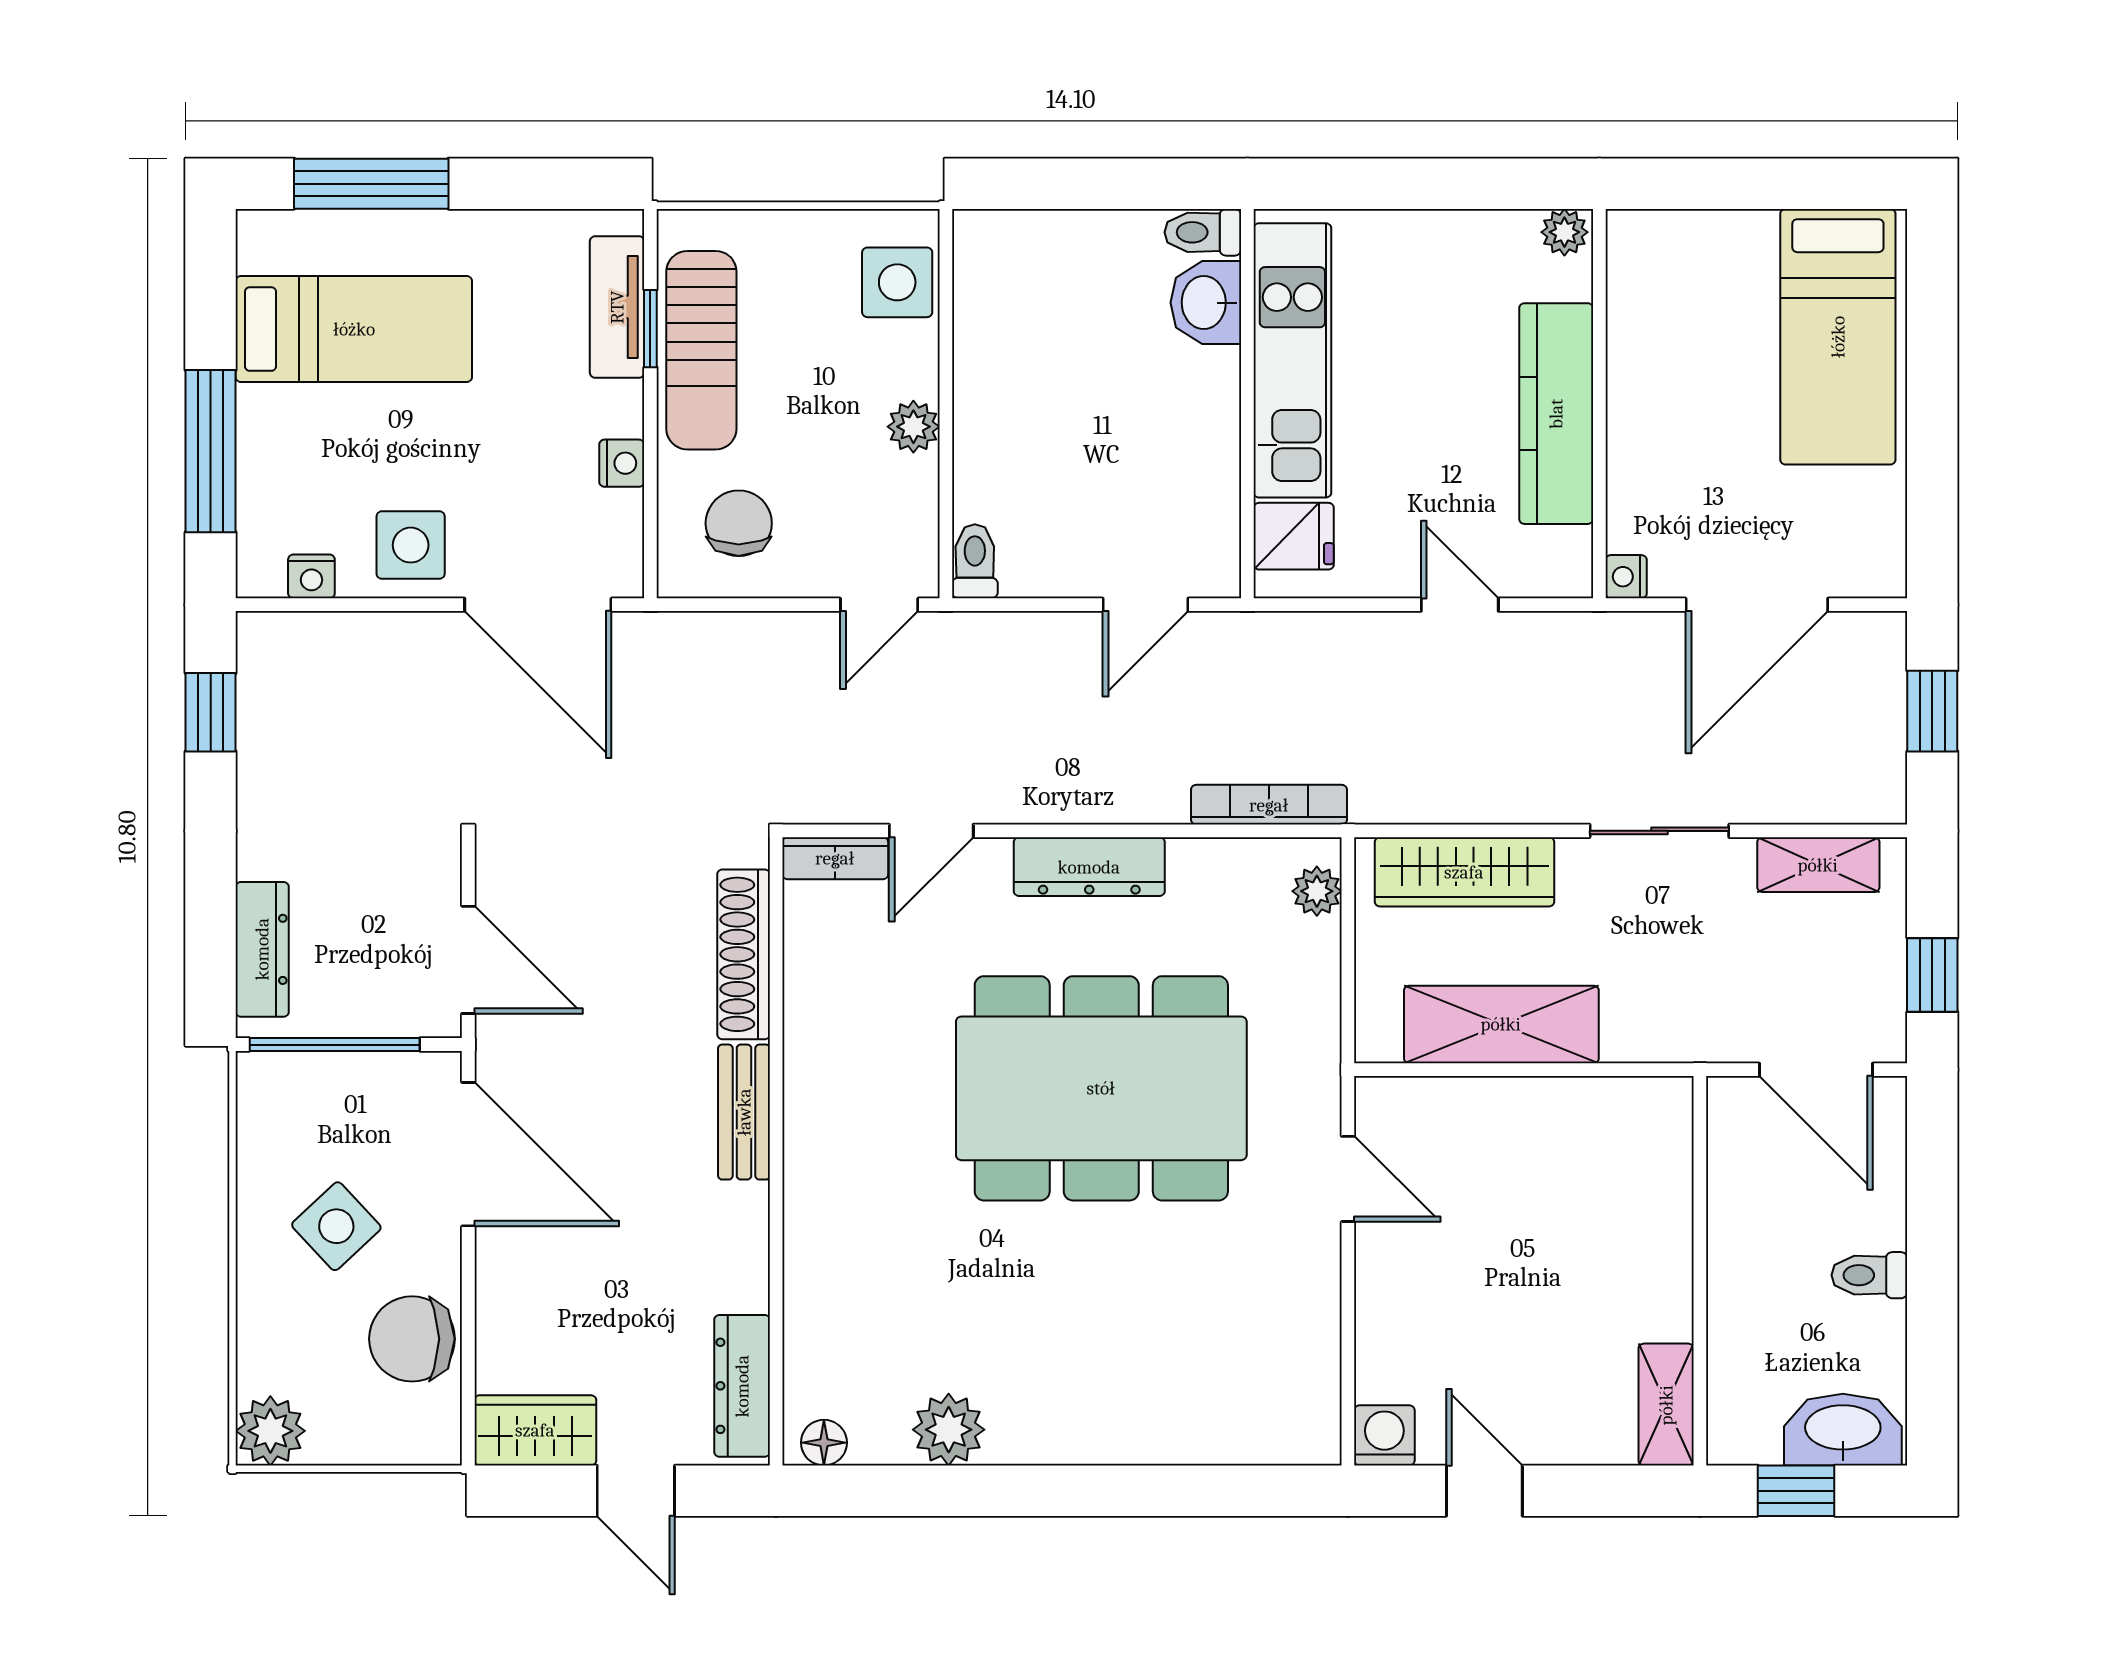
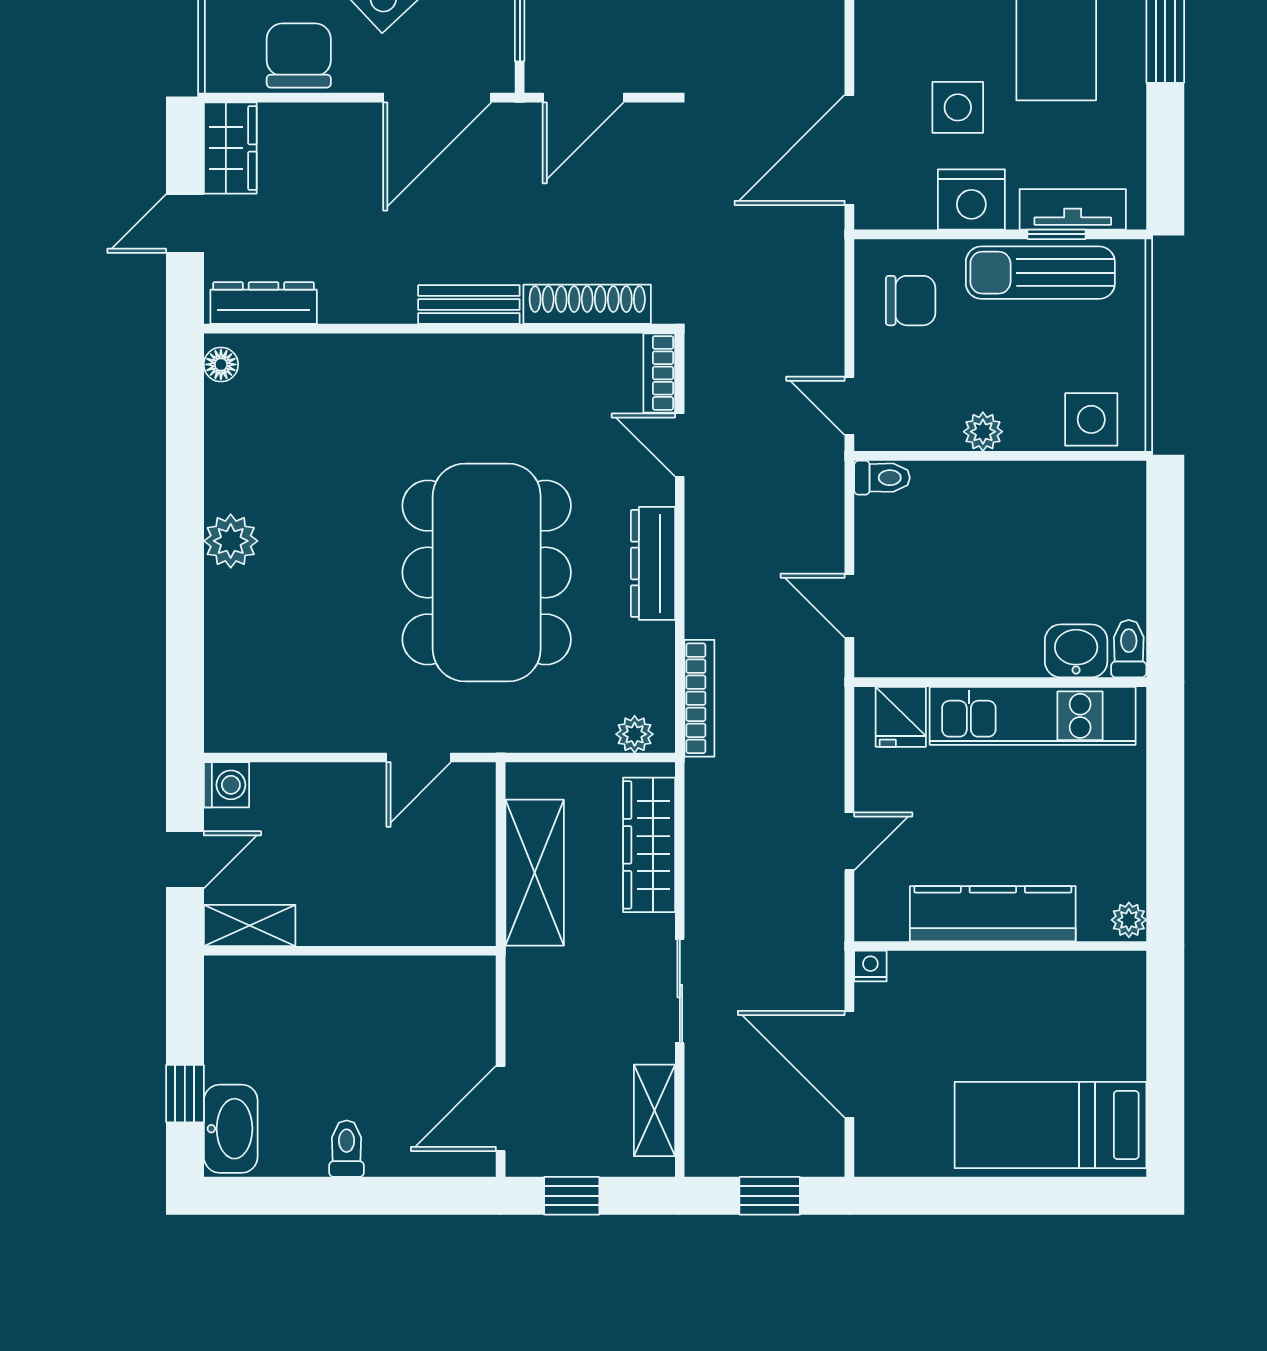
nightstand: (622, 463) -> (971, 200), width x1.89, depth x1.79
side table: (411, 545) -> (958, 107), moved
wall: (1700, 1271) -> (350, 951), moved
shelving: (1666, 1405) -> (250, 925), moved
plant: (949, 1430) -> (231, 541), moved

